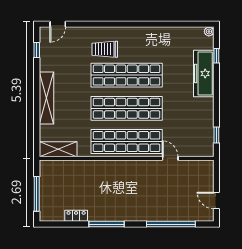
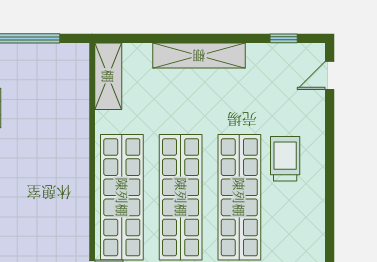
door: (58, 24) -> (330, 75), hinge flipped

